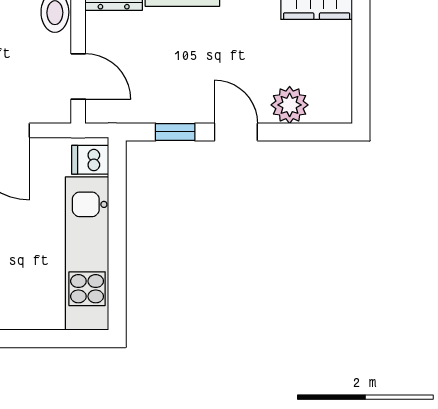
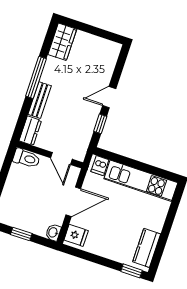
door: (78, 76) -> (61, 159), swing flipped
plant: (290, 105) -> (105, 69), removed

